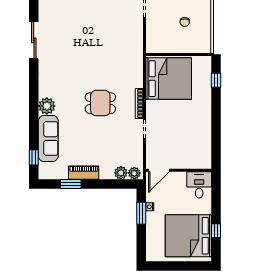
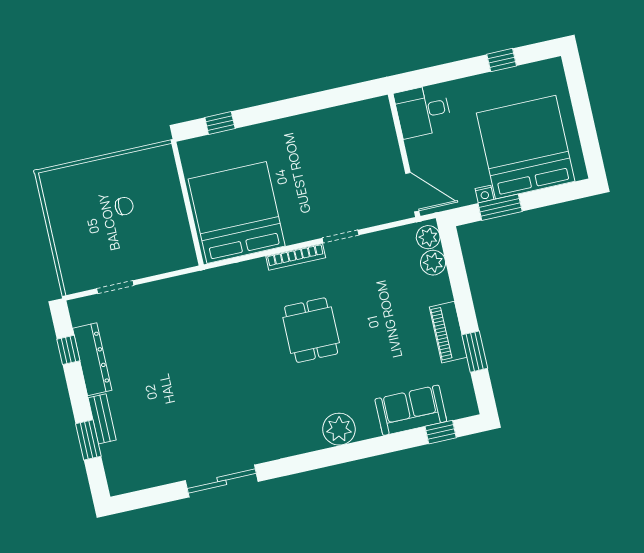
sofa: (48, 139) -> (411, 410), width x0.73
bed: (188, 236) -> (526, 147), moved, turned 180

